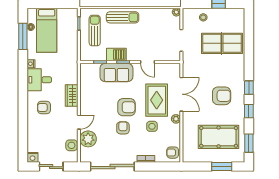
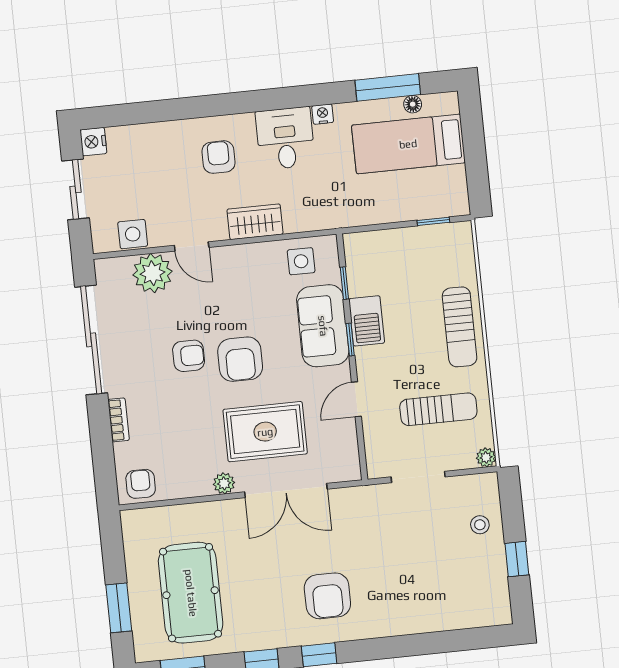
sun lounger: (95, 31) -> (438, 409), moved
table tennis table: (222, 43) -> (421, 577), removed
armchair: (222, 96) -> (327, 596), moved
side table: (152, 126) -> (301, 261), moved

